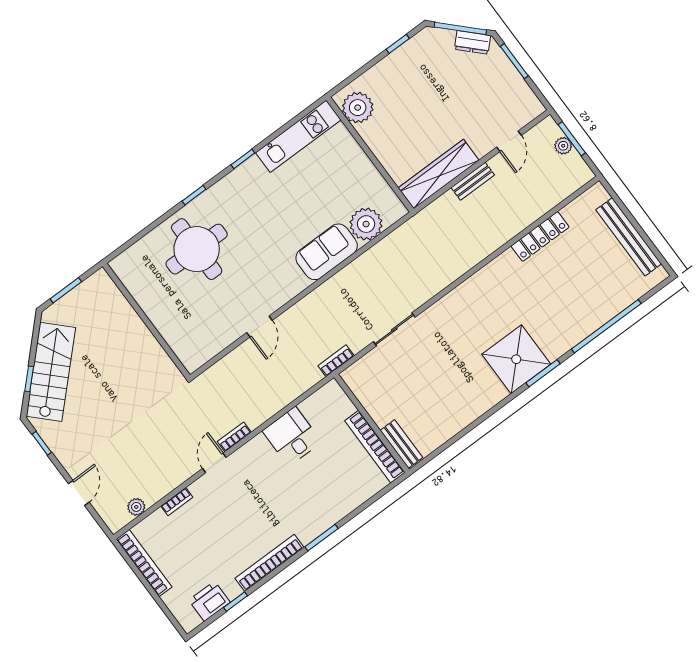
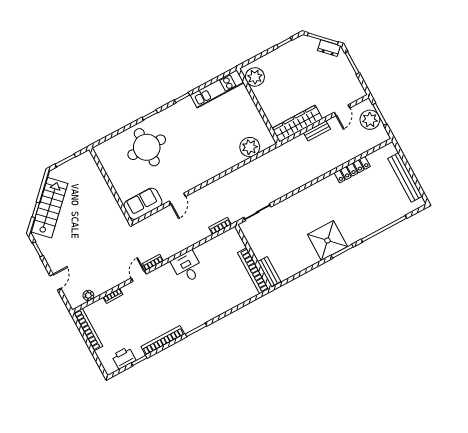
plant: (563, 146) -> (370, 120), width x1.87, depth x1.87
sofa: (327, 252) -> (143, 204), moved
wall: (372, 423) -> (253, 257), moved
bench: (401, 444) -> (269, 272), moved
bookcase: (375, 447) -> (253, 271), moved

